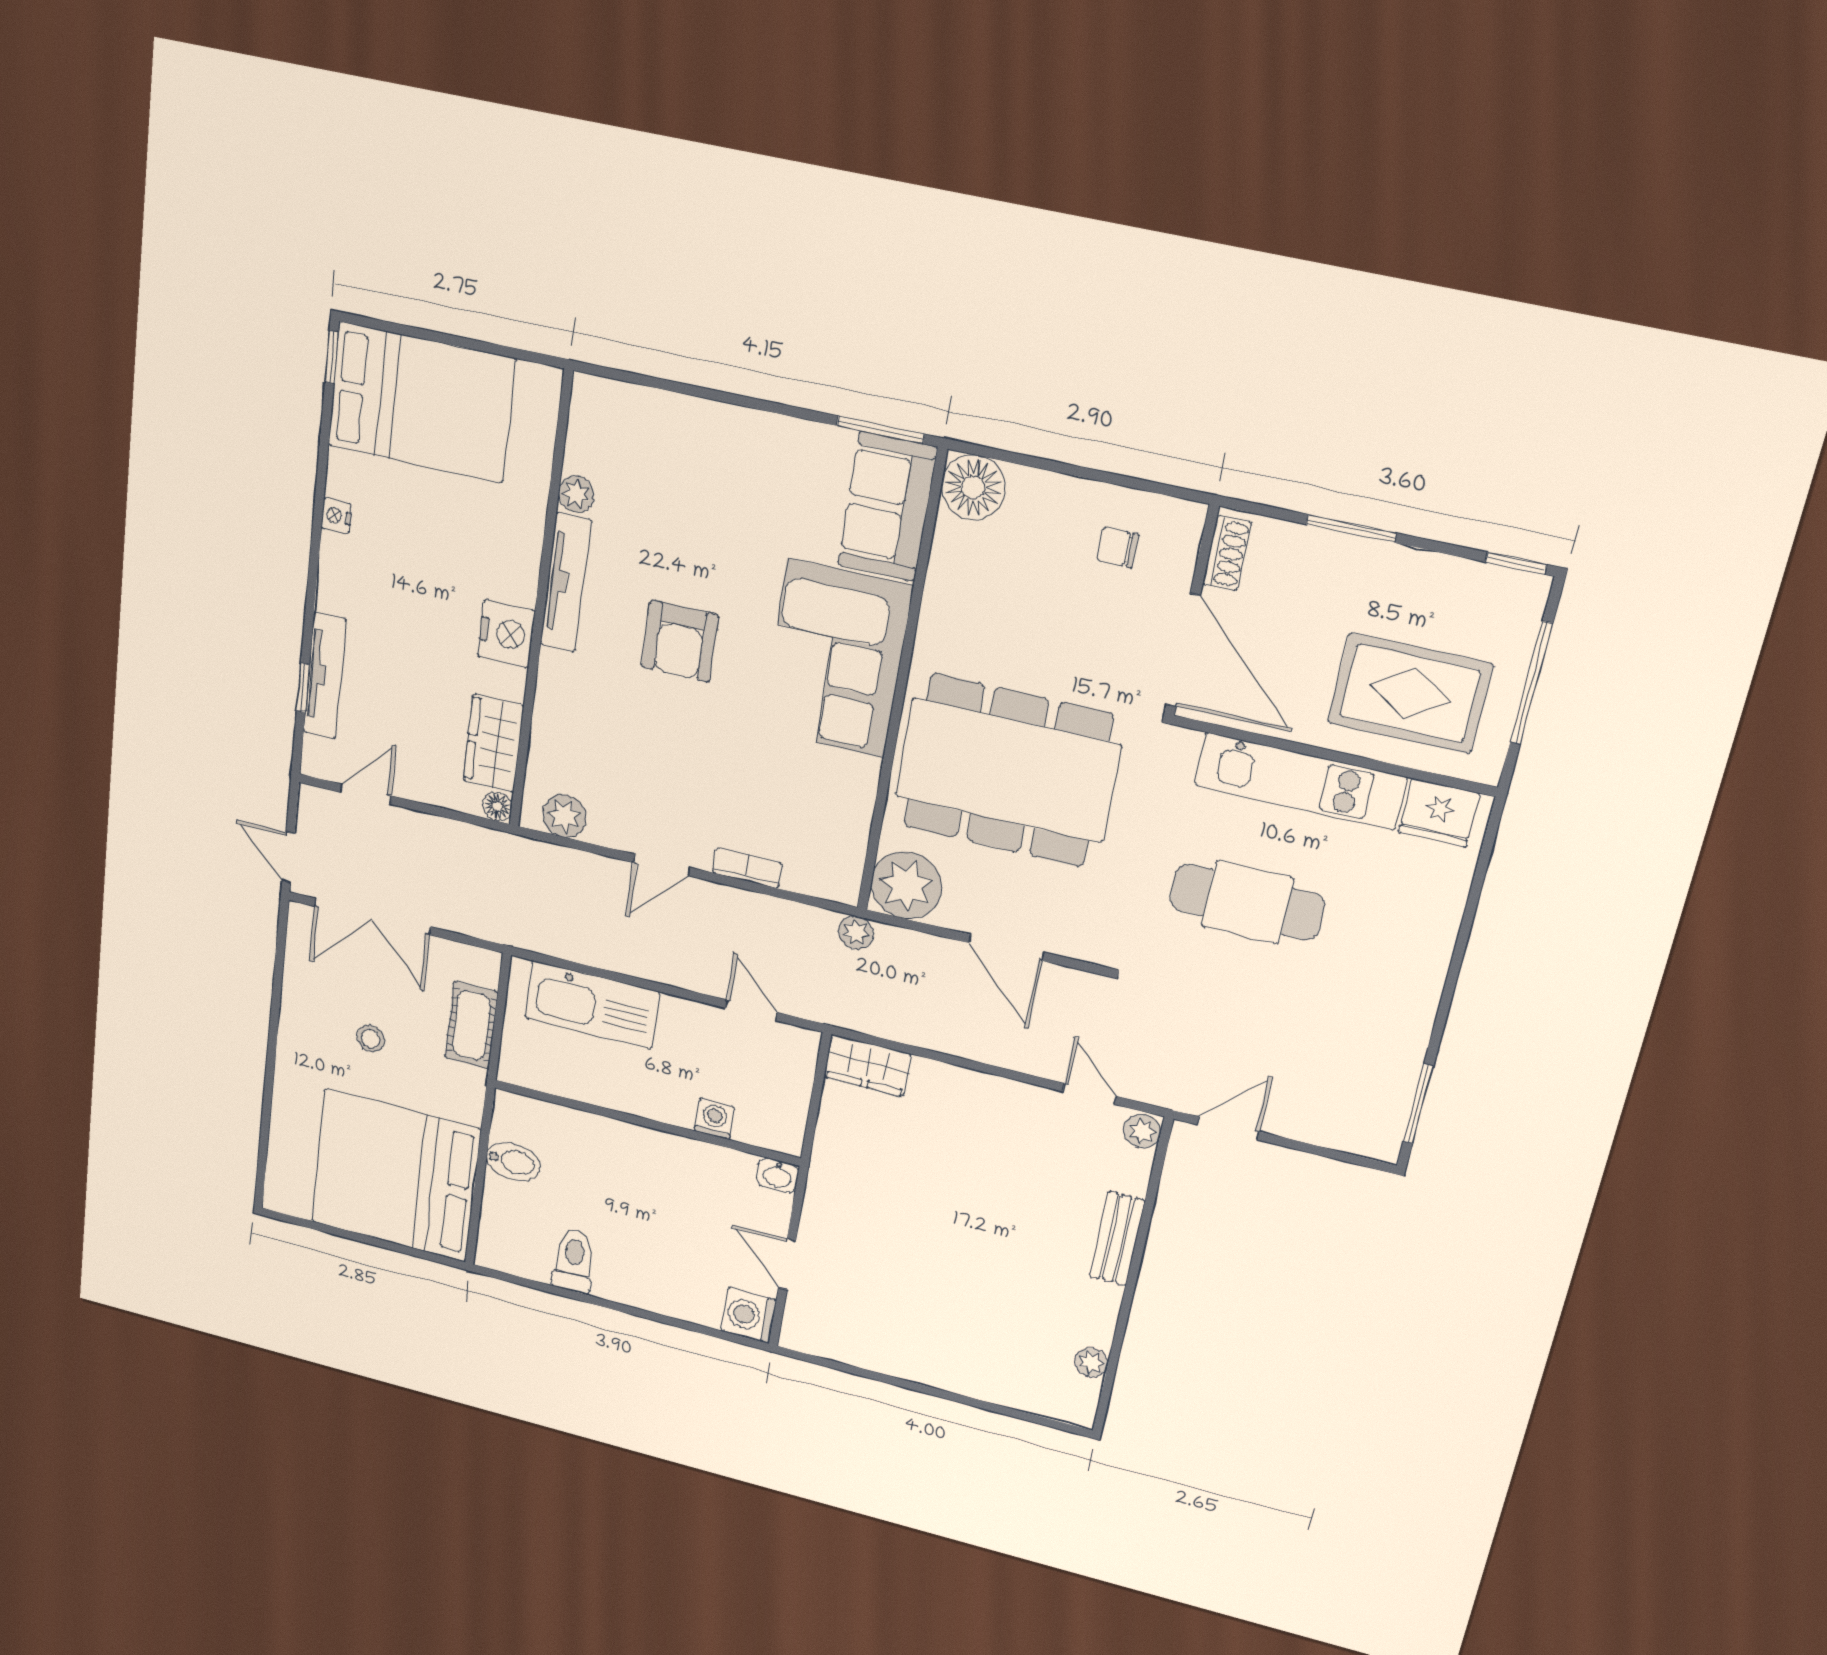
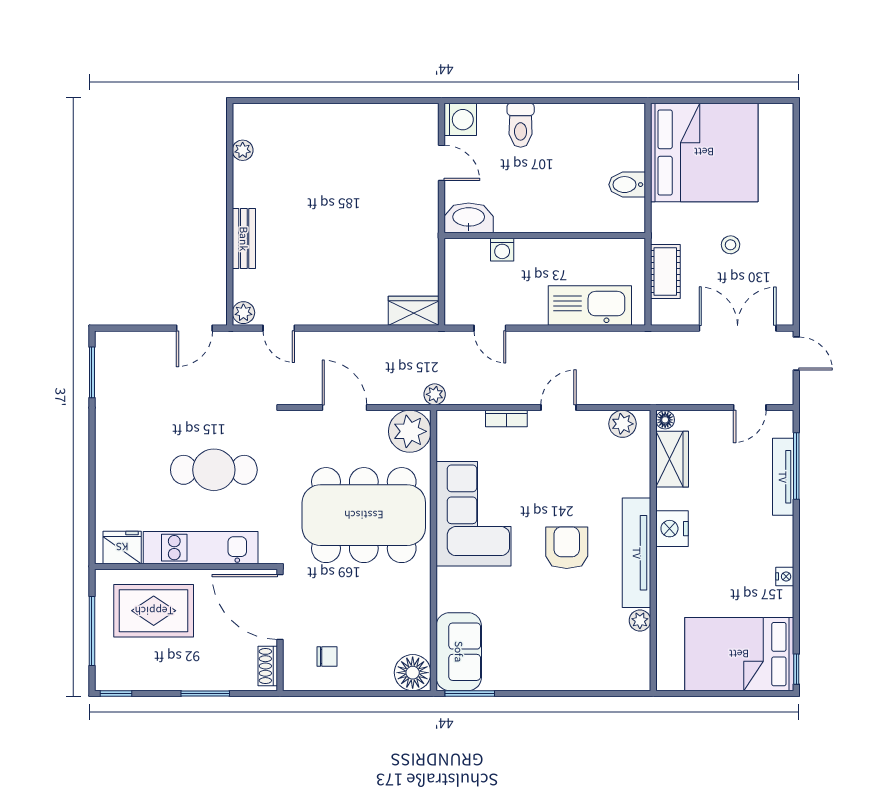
tv unit: (566, 582) -> (637, 553), width x1.36, depth x1.29
corner sofa: (836, 659) -> (474, 514), moved
window: (303, 688) -> (796, 466), width x2.17
washbasin: (778, 1175) -> (469, 218), width x1.91, depth x1.45
toilet: (574, 1261) -> (521, 125), moved

